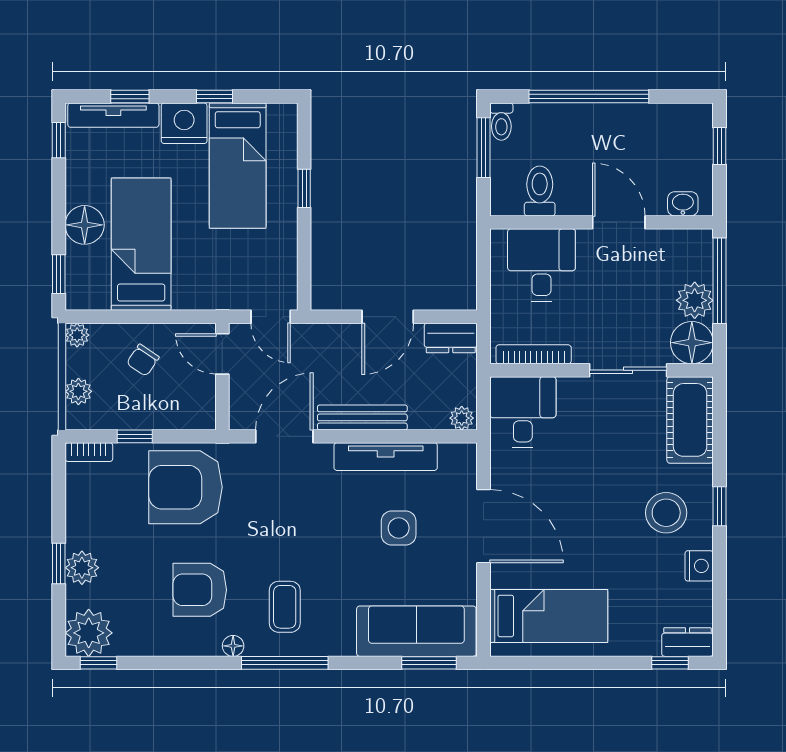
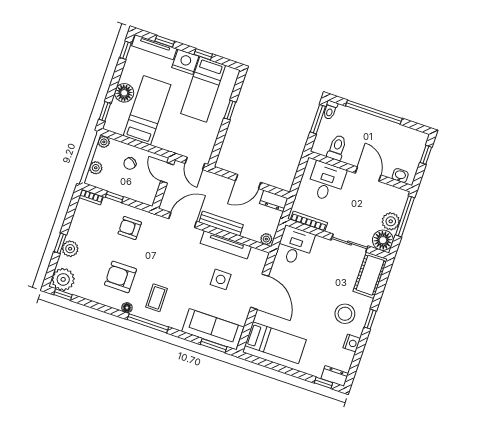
armchair: (186, 487) -> (130, 228), width x0.53, depth x0.53

